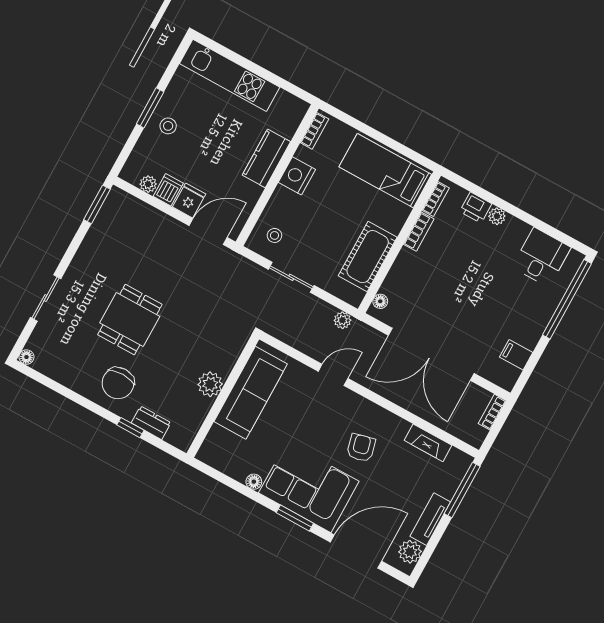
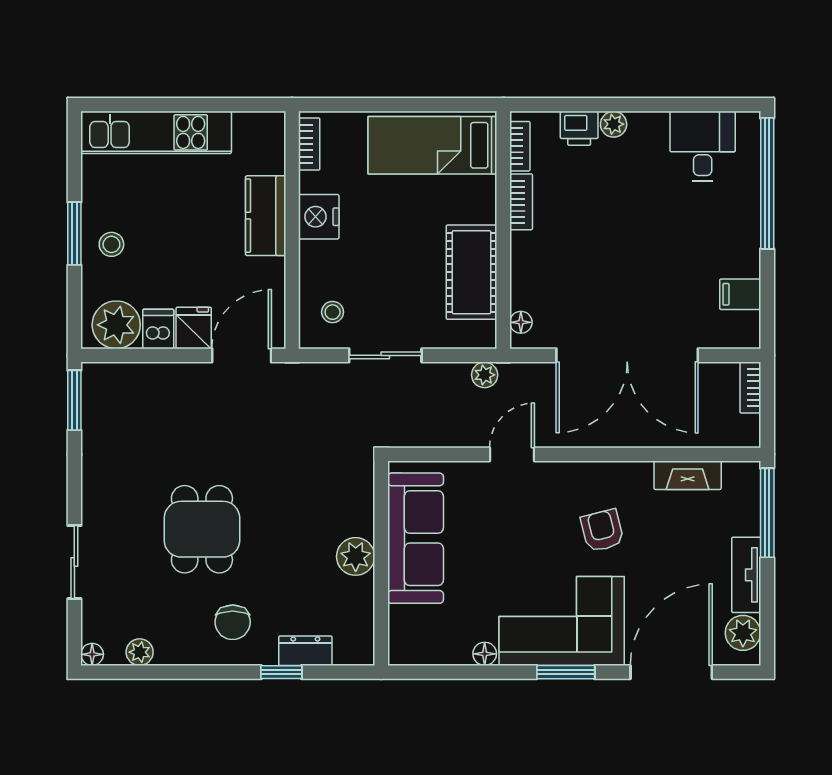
plant: (148, 184) -> (116, 325), width x1.87, depth x1.87
plant: (55, 371) -> (140, 652), added
chair: (118, 383) -> (233, 622), width x0.73, depth x0.73

